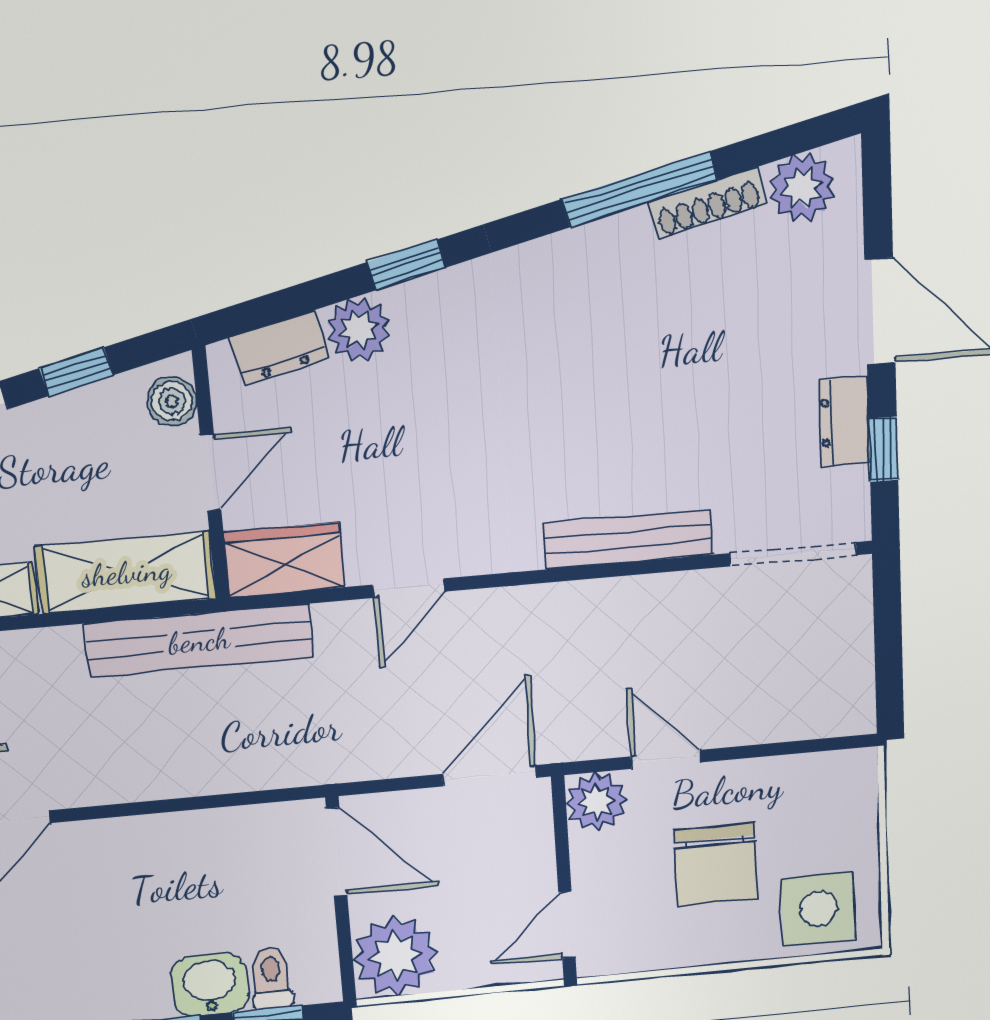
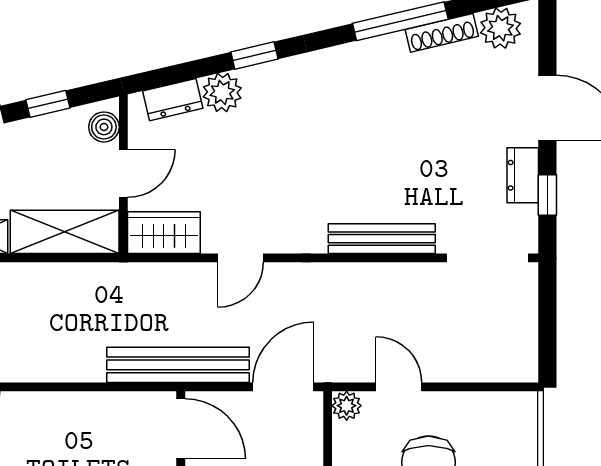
bench: (199, 641) -> (178, 365), moved
plant: (596, 802) -> (347, 406), width x0.73, depth x0.73

